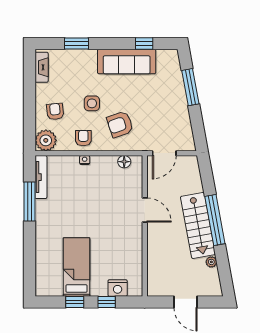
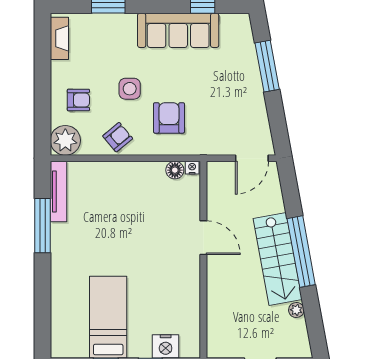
armchair: (55, 111) -> (78, 100), turned 96
armchair: (120, 124) -> (169, 118), turned 109
armchair: (83, 138) -> (118, 137), turned 50
door: (164, 153) -> (252, 158), moved
nightstand: (85, 160) -> (192, 168), moved

